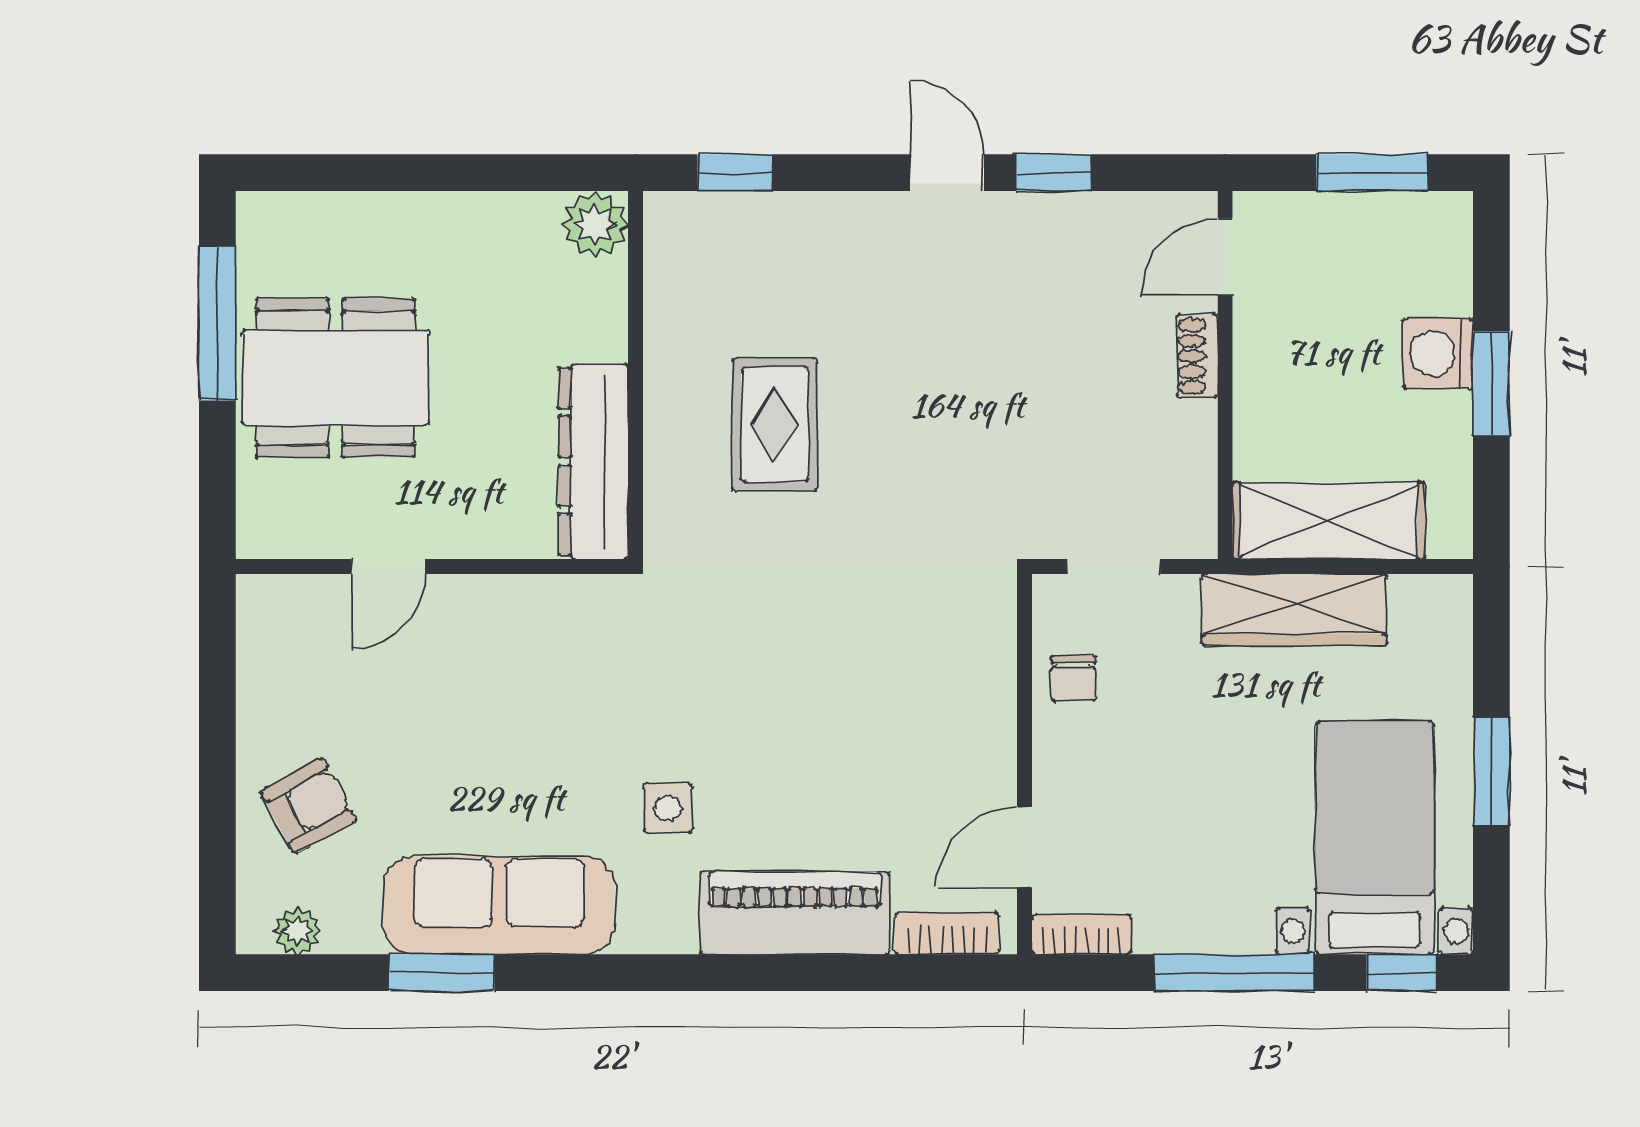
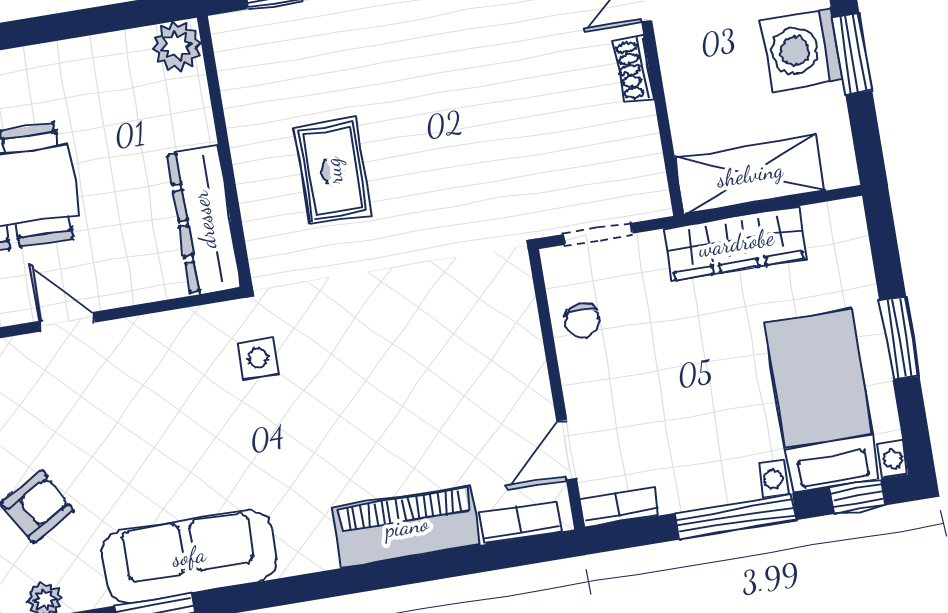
washing machine: (1438, 354) -> (802, 50), width x1.37, depth x1.37
door: (388, 567) -> (67, 322), swing flipped
side table: (668, 808) -> (258, 358), moved

